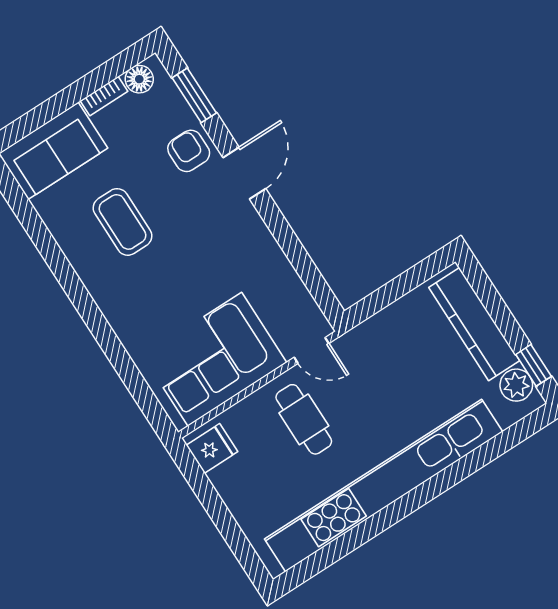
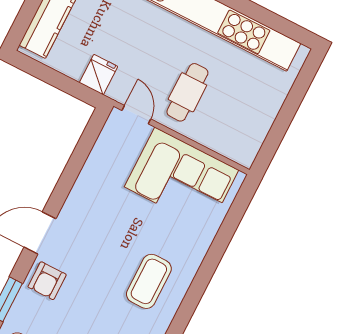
coffee table: (123, 222) -> (149, 281), moved
fridge: (212, 448) -> (99, 75), moved, turned 90

